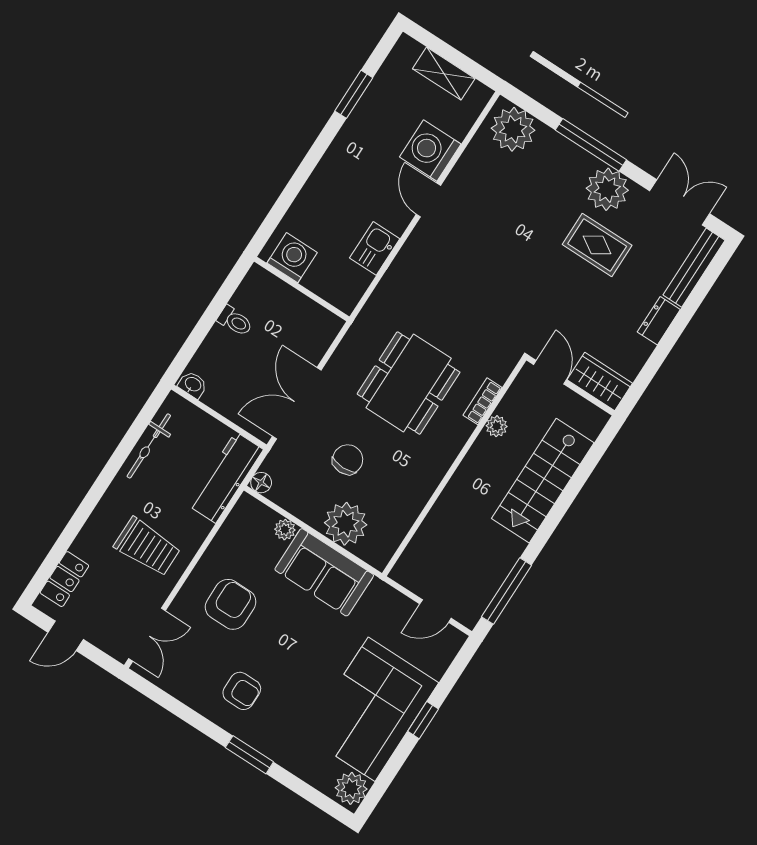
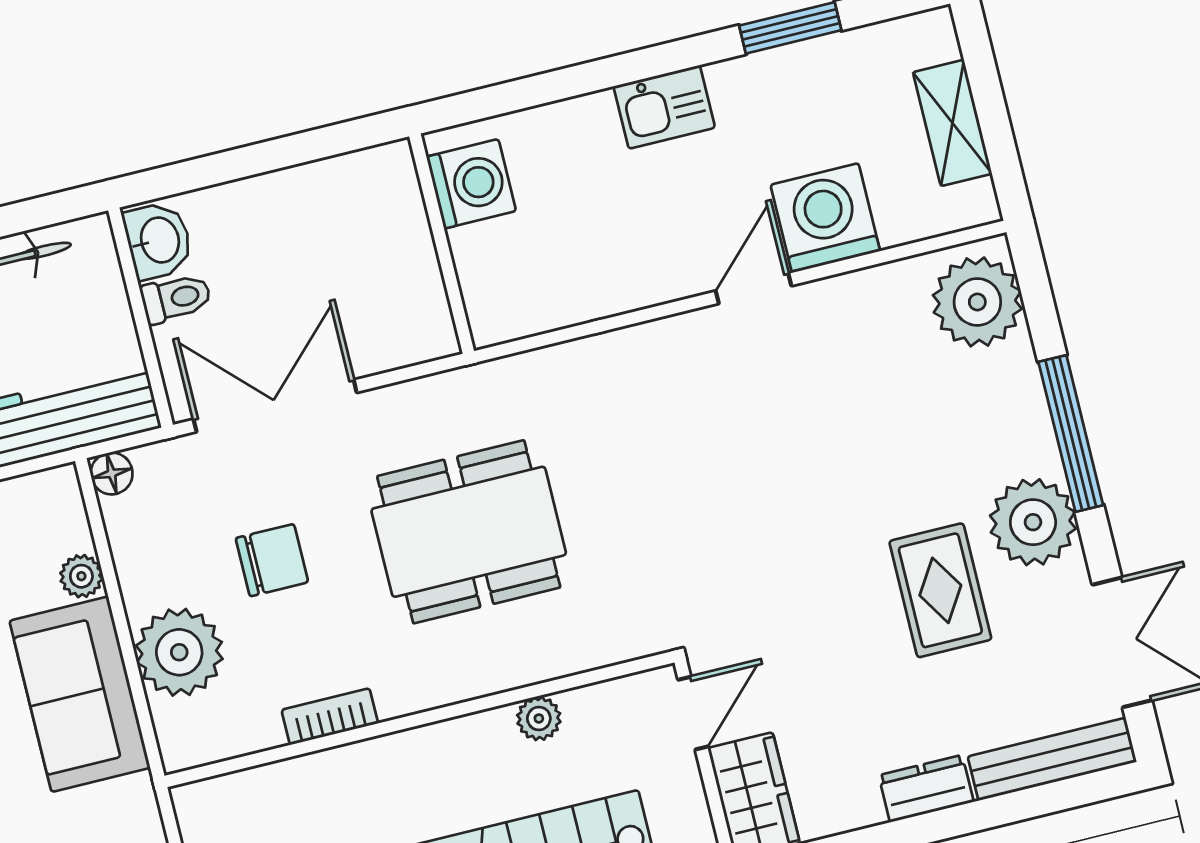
kitchen sink: (375, 248) -> (664, 107), moved, turned 180
toilet: (235, 321) -> (176, 298), moved, turned -90
washbasin: (193, 385) -> (158, 240), width x1.38, depth x1.45
bookcase: (482, 401) -> (330, 717), moved

